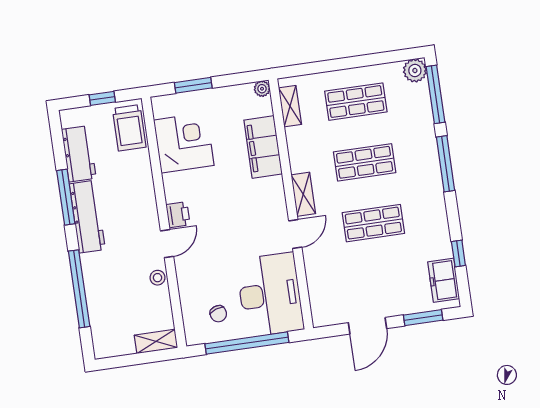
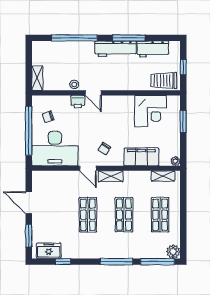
chair: (258, 212) -> (104, 149), added
printer: (178, 215) -> (78, 102), moved

